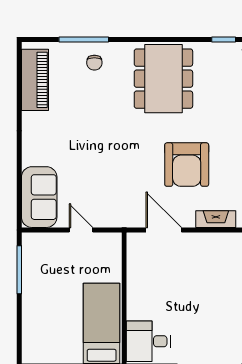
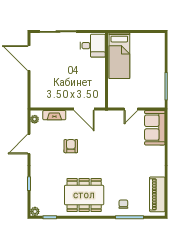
dining table: (163, 79) -> (84, 195), turned 90
armchair: (187, 165) -> (71, 146), width x0.53, depth x0.53
door: (81, 230) -> (131, 109), hinge flipped

